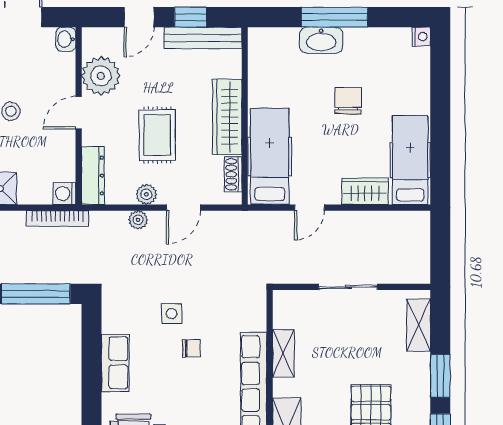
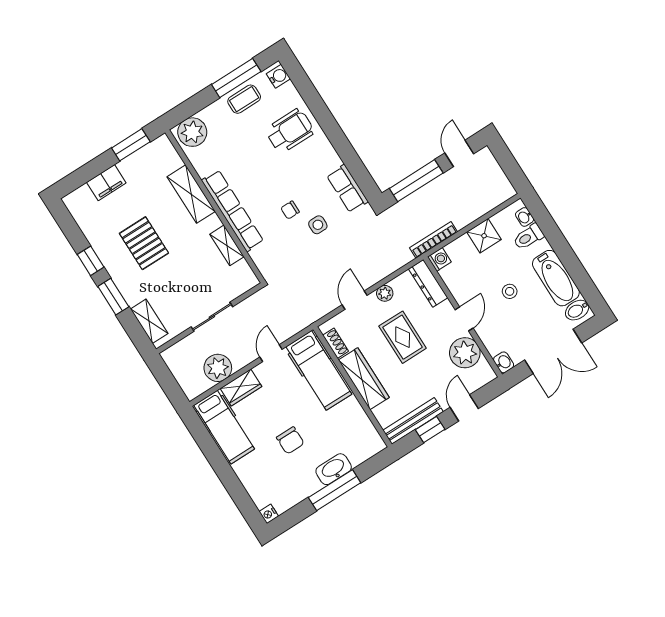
plant: (138, 220) -> (218, 368), moved, width x1.88, depth x1.88
row of seats: (115, 363) -> (347, 189), moved

